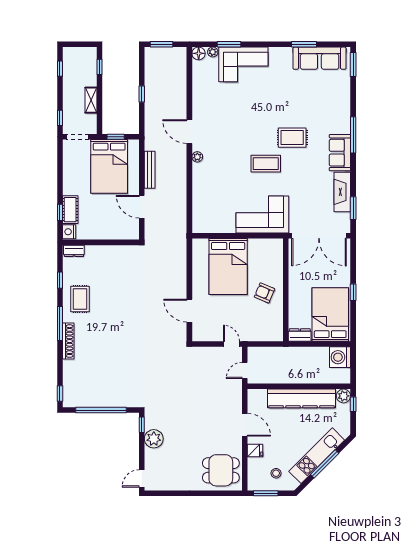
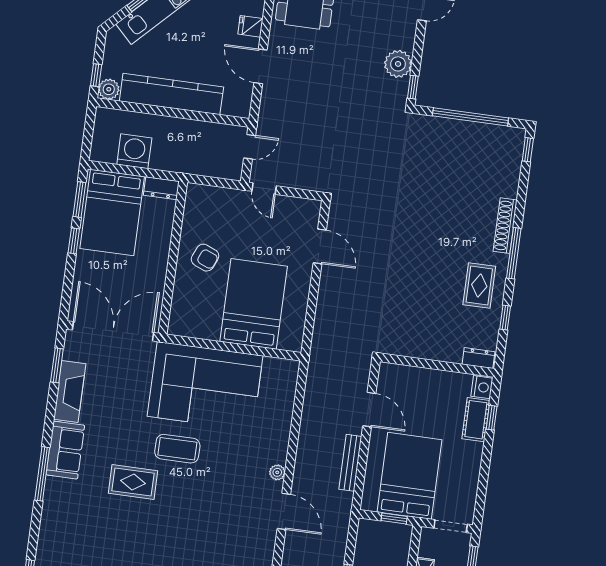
corner sofa: (262, 214) -> (205, 386), width x1.36, depth x1.36
window: (353, 320) -> (79, 200), added
washing machine: (340, 357) -> (134, 151), moved, turned -90

